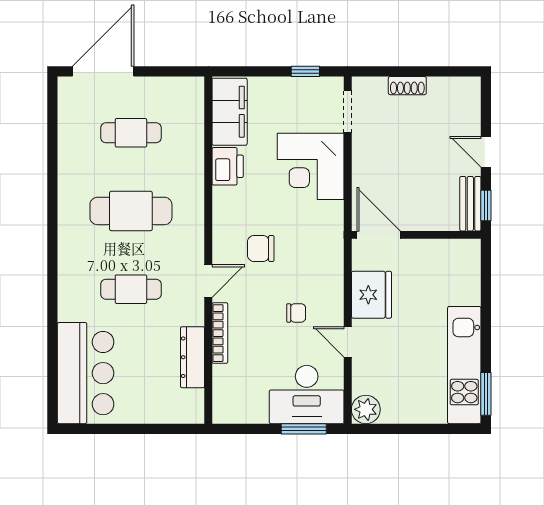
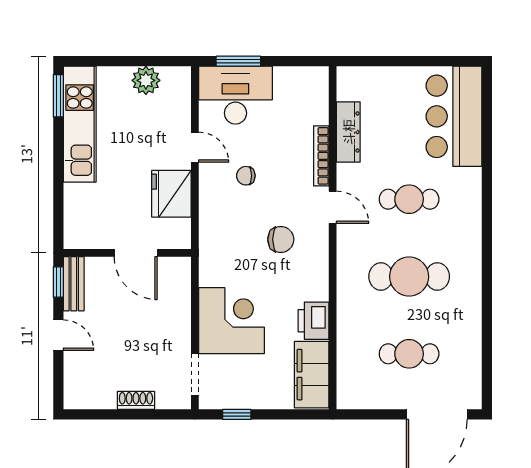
door: (379, 235) -> (136, 253), moved
door: (208, 281) -> (333, 207), swing flipped
plant: (366, 409) -> (146, 80), moved

